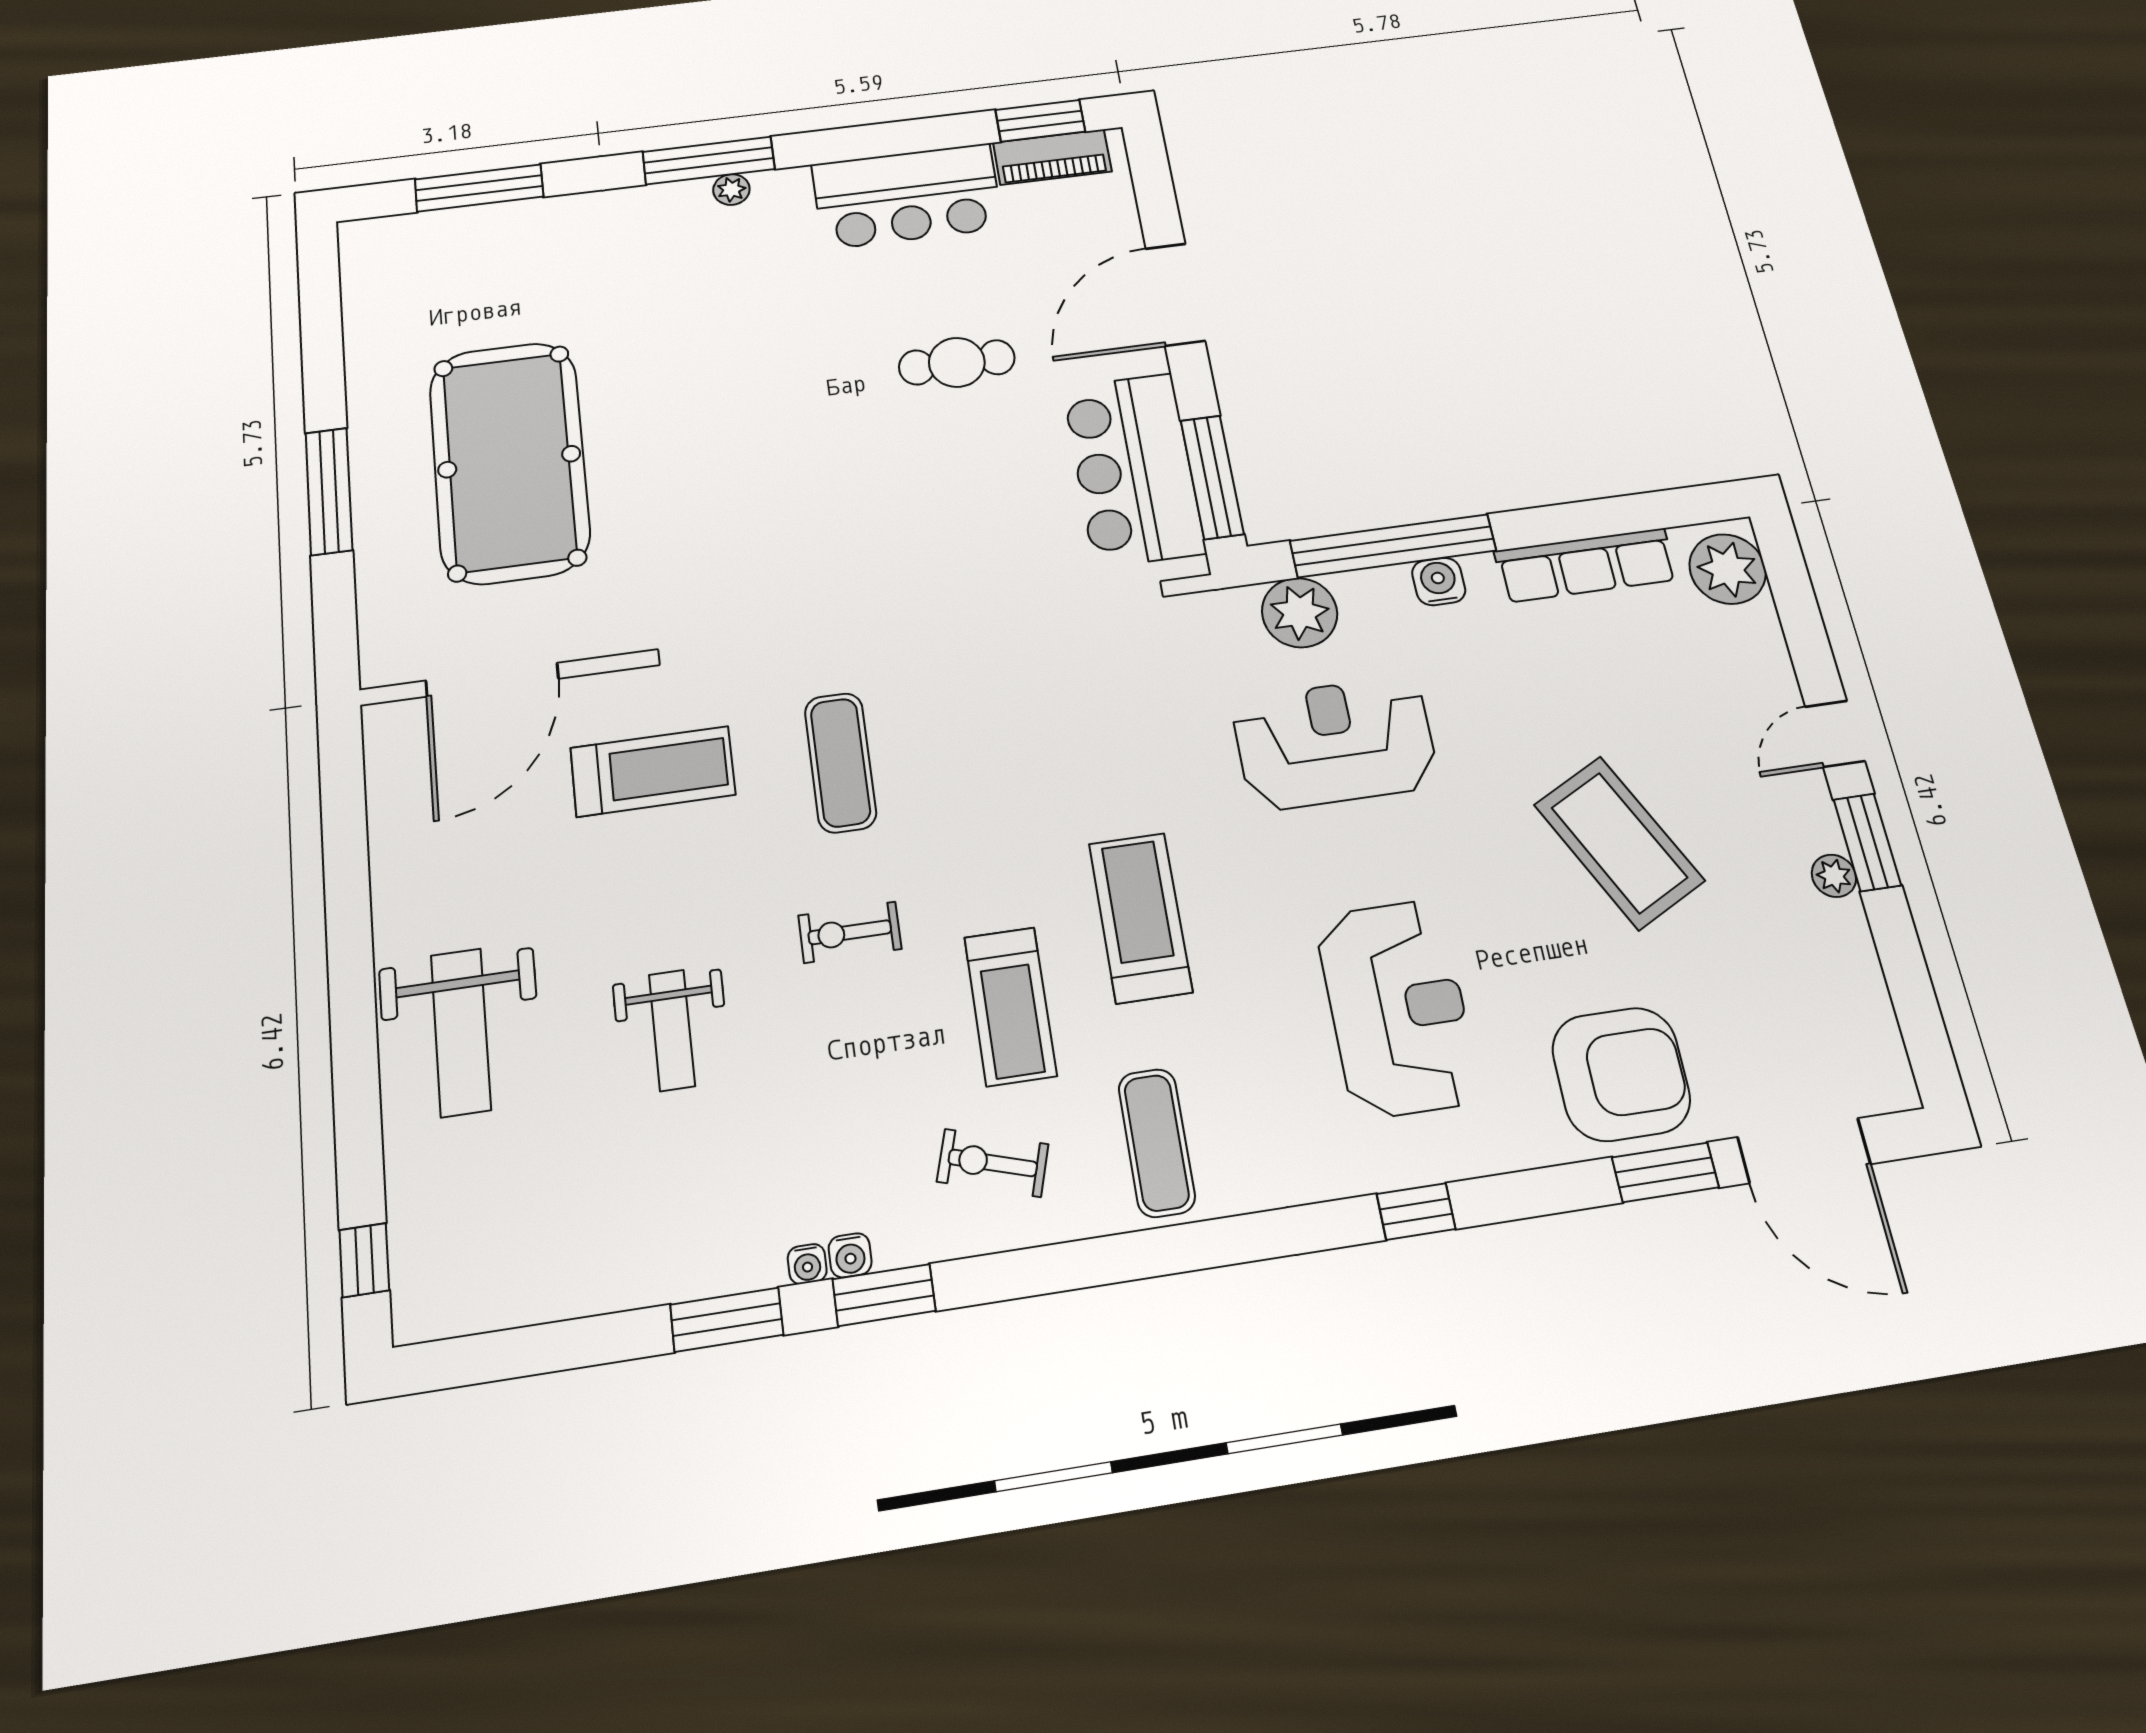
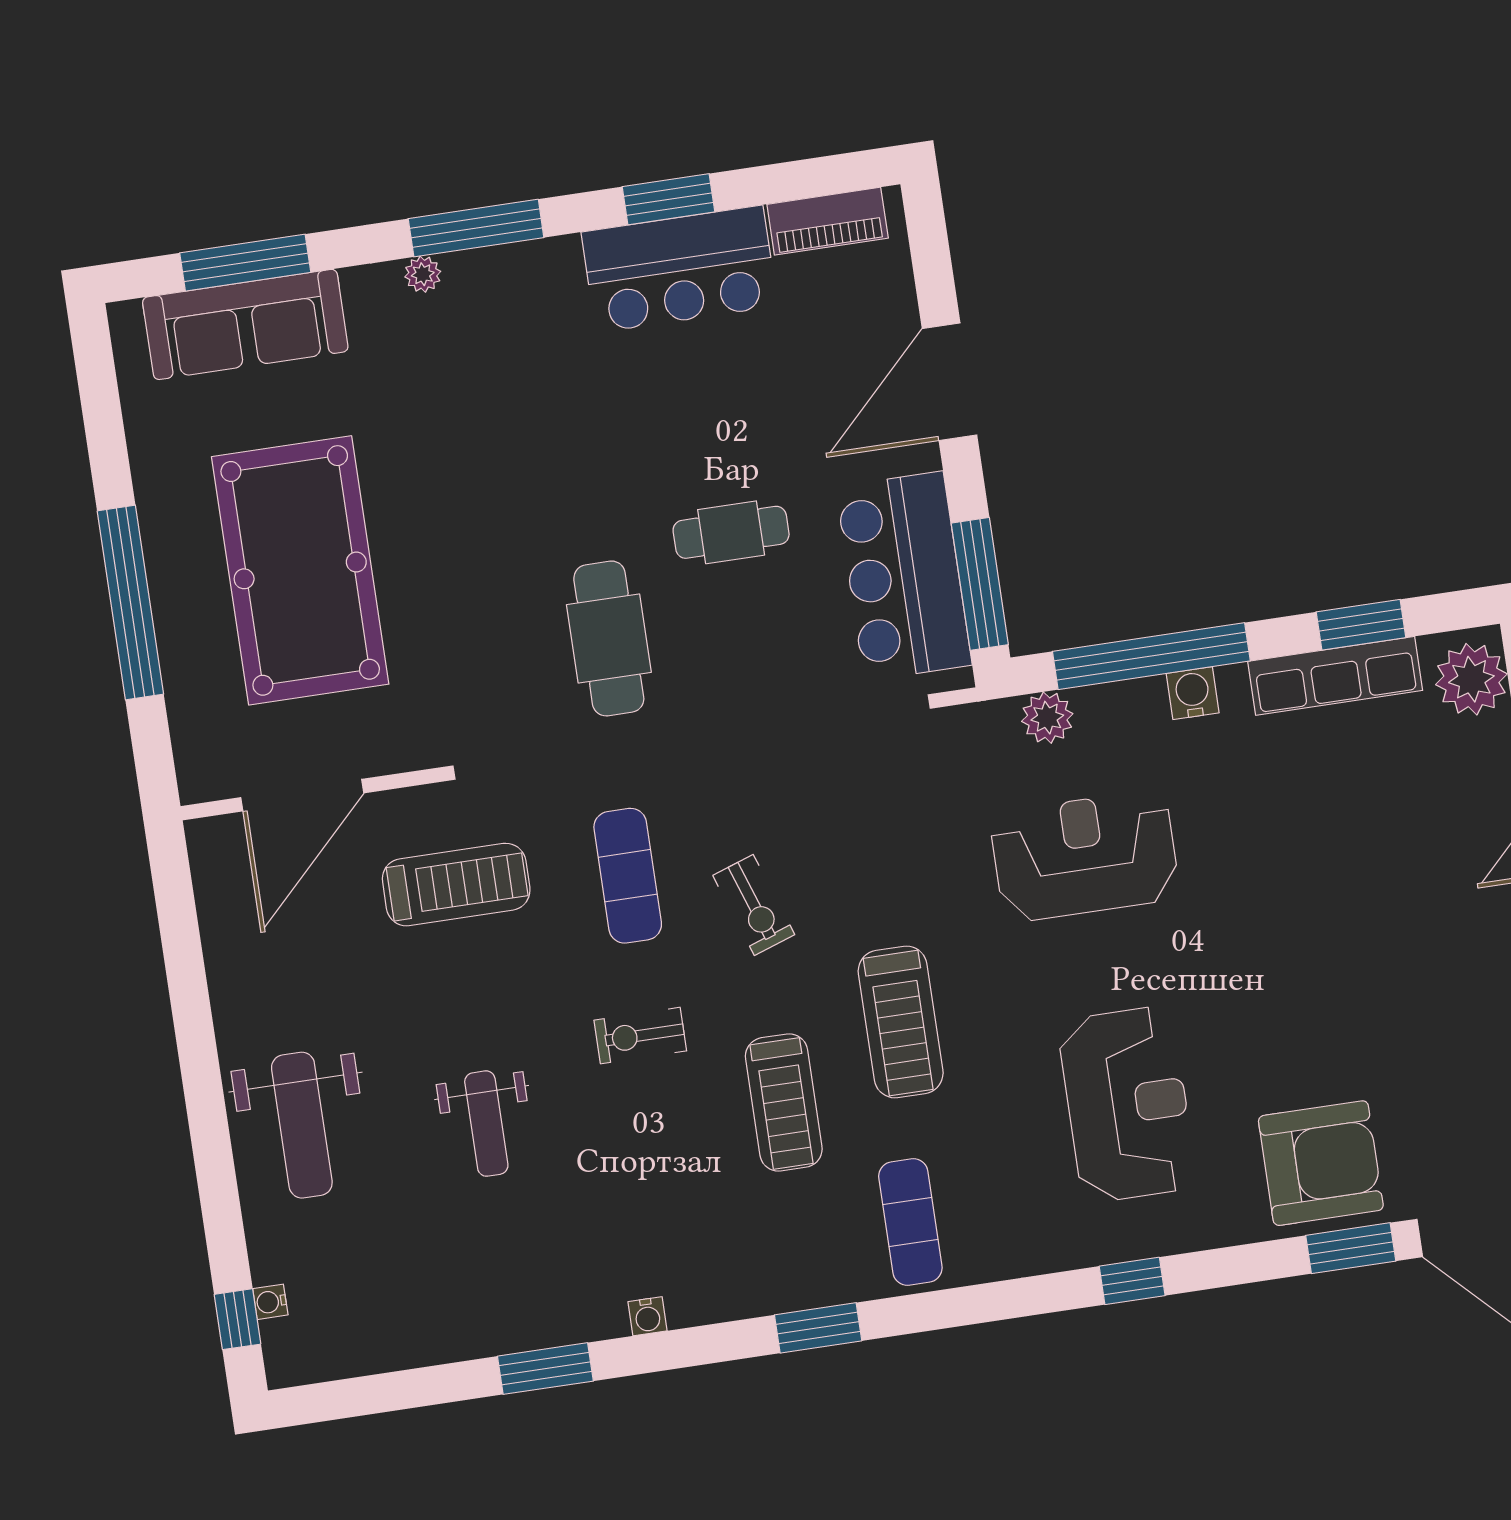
window: (1040, 121) -> (669, 199), moved
plant: (731, 190) -> (423, 274), moved
sofa: (474, 241) -> (245, 324), added
cafe table: (957, 362) -> (731, 532), moved
window: (329, 491) -> (130, 603), width x1.46
window: (1607, 517) -> (1361, 625), added
cafe table: (827, 527) -> (609, 638), added
plant: (1300, 613) -> (1047, 718), width x0.73, depth x0.73
coffee table: (1619, 843) -> (1340, 952), removed
treadmill: (1140, 918) -> (901, 1022), turned 180
exercise bike: (993, 1163) -> (754, 905), moved, turned -126
water cooler: (807, 1264) -> (270, 1302), moved, turned 90
window: (884, 1295) -> (818, 1328), moved

